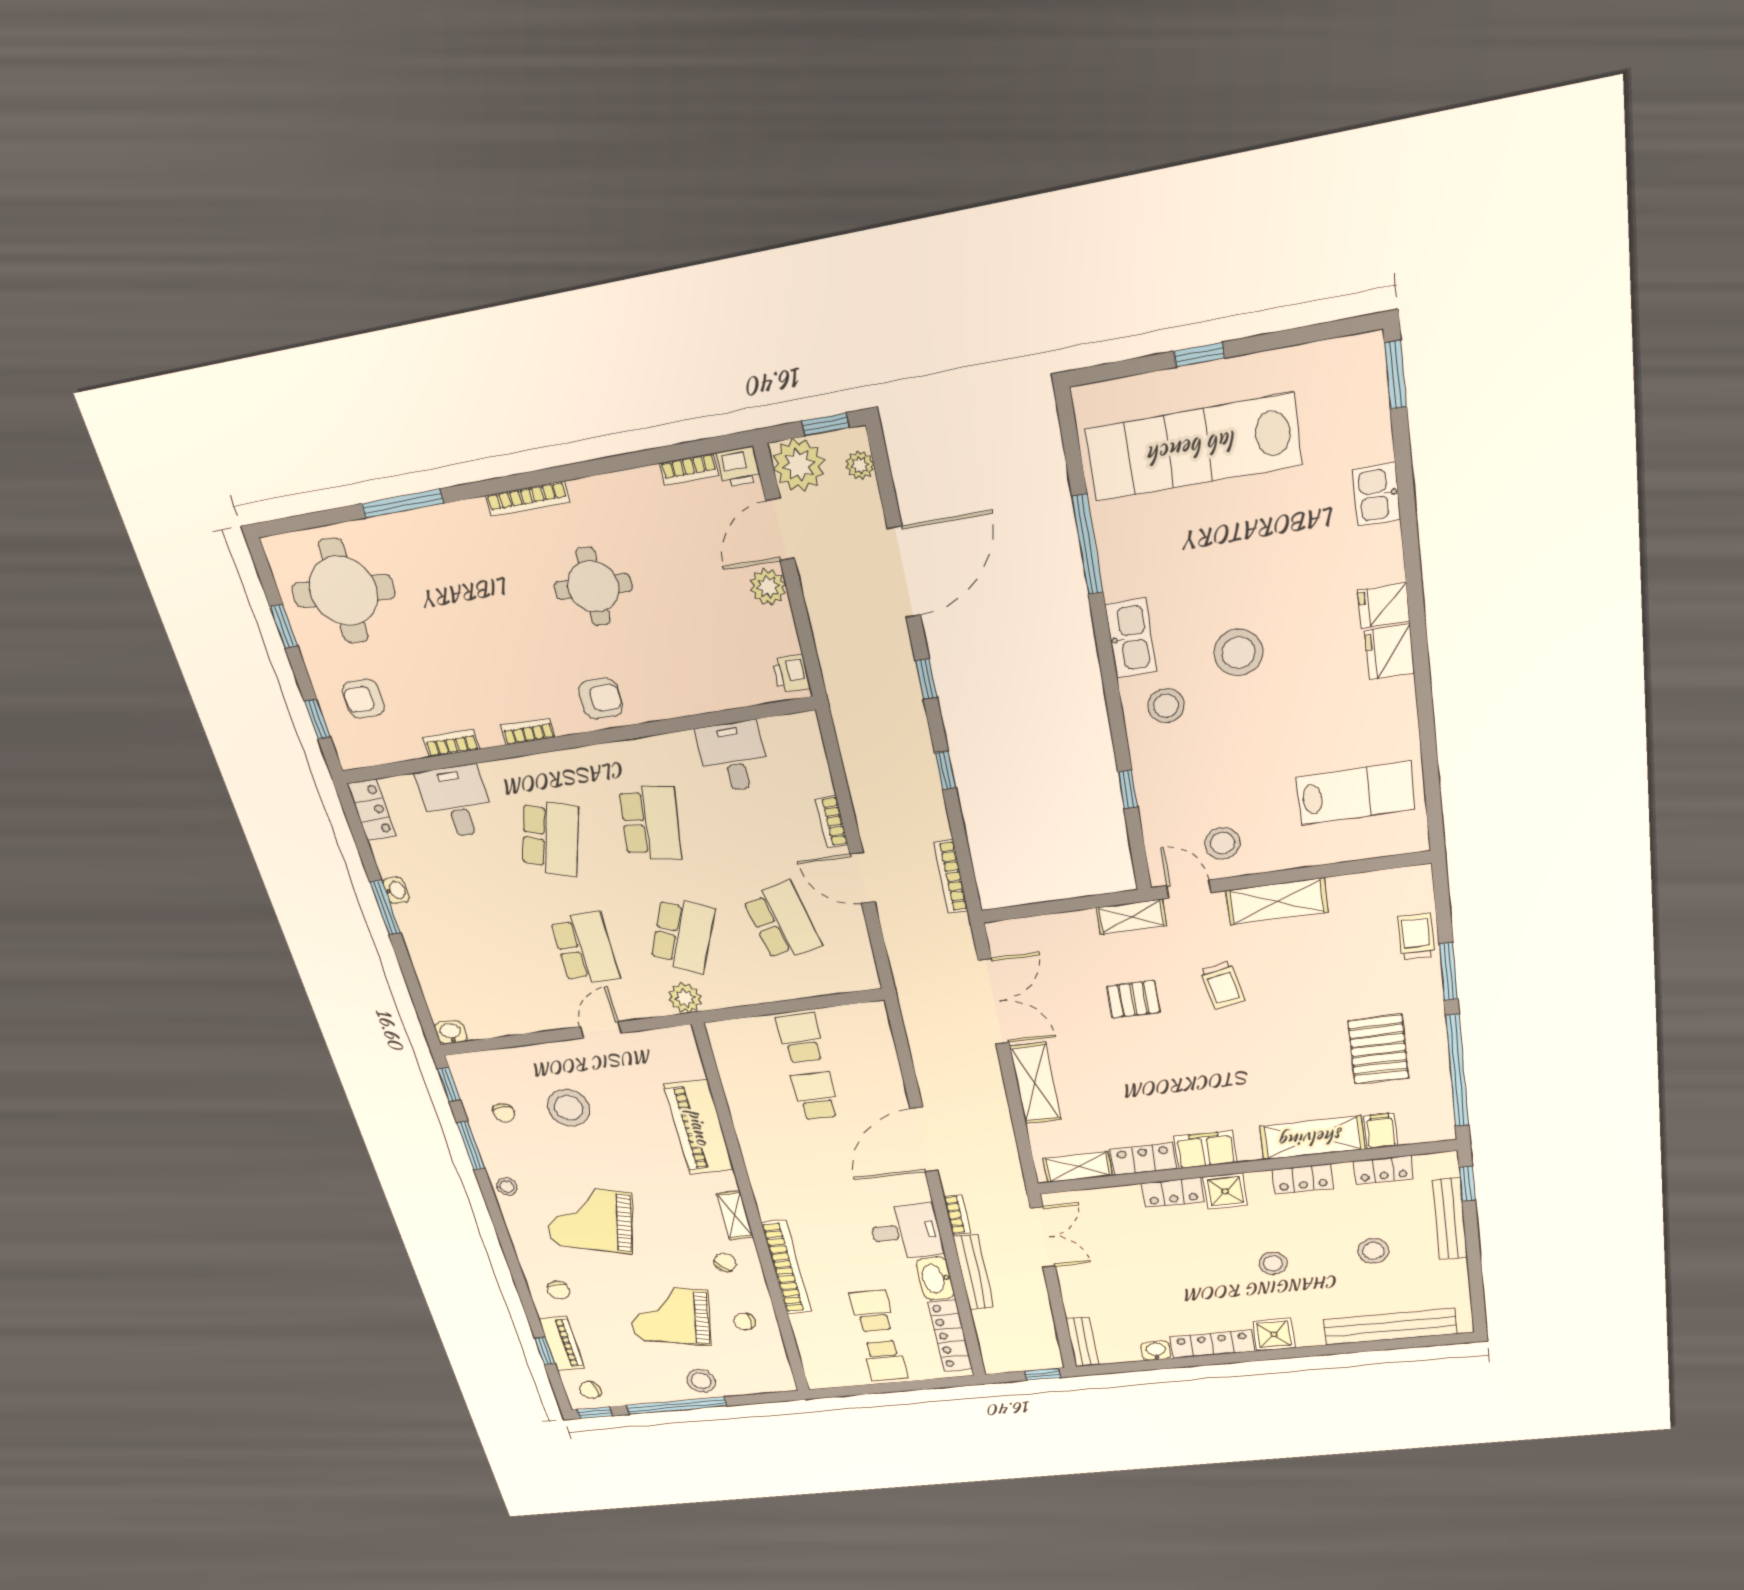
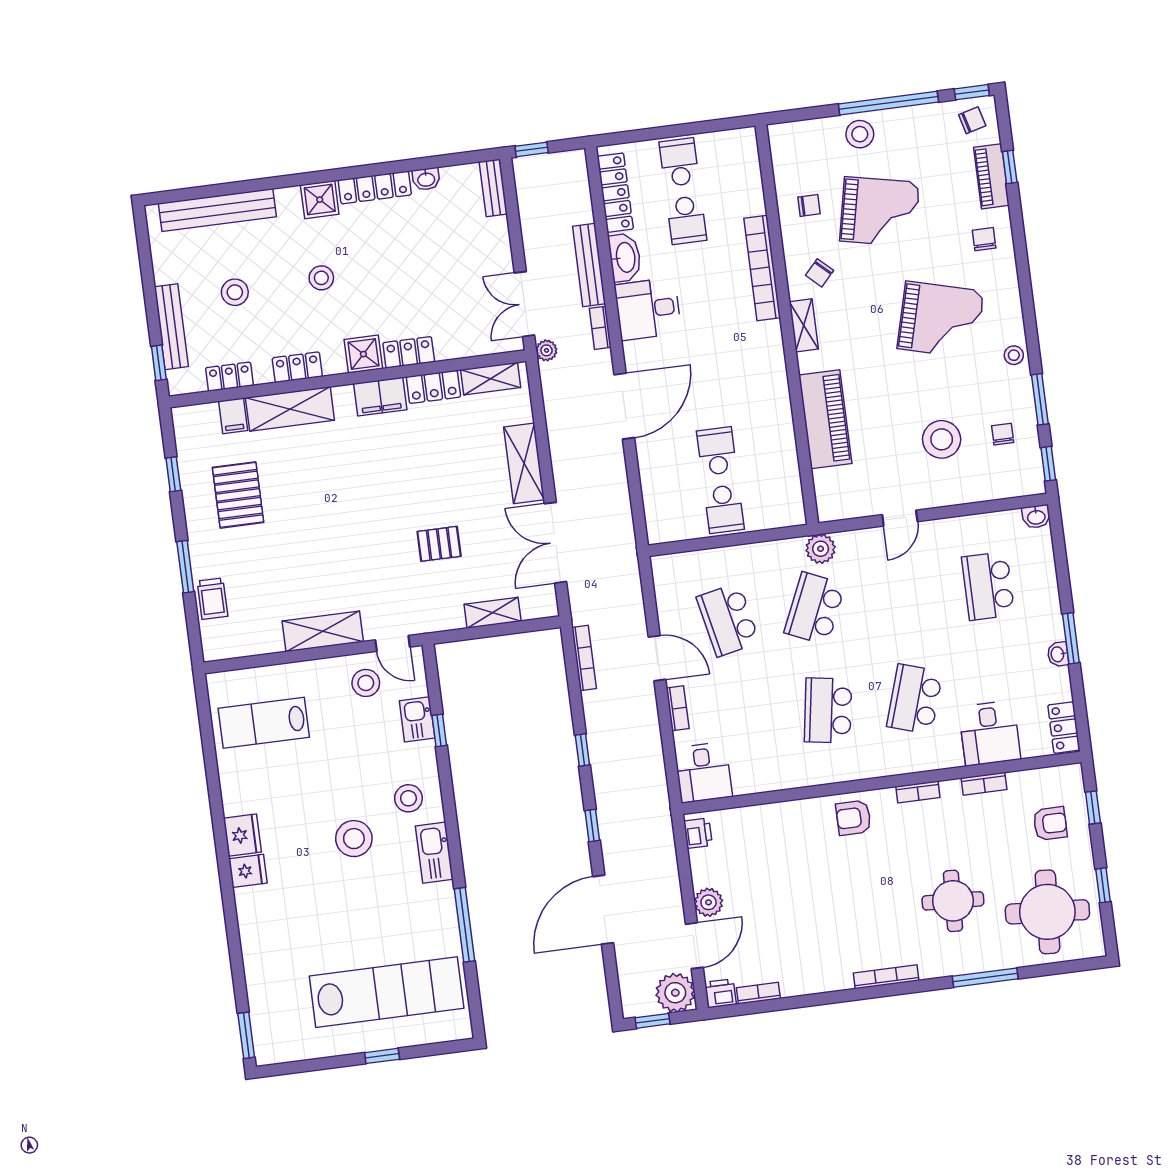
plant: (860, 465) -> (546, 350), moved
kitchen sink: (1377, 495) -> (417, 719), moved, turned 180
round table: (593, 587) -> (953, 901), moved
desk: (733, 757) -> (703, 772), moved
shelving: (1131, 917) -> (493, 613), moved
school desk: (585, 948) -> (988, 586), moved
trolley: (1223, 985) -> (366, 556), removed
window: (1457, 1071) -> (173, 474), width x0.32
school desk: (816, 1096) -> (717, 451), turned 180

